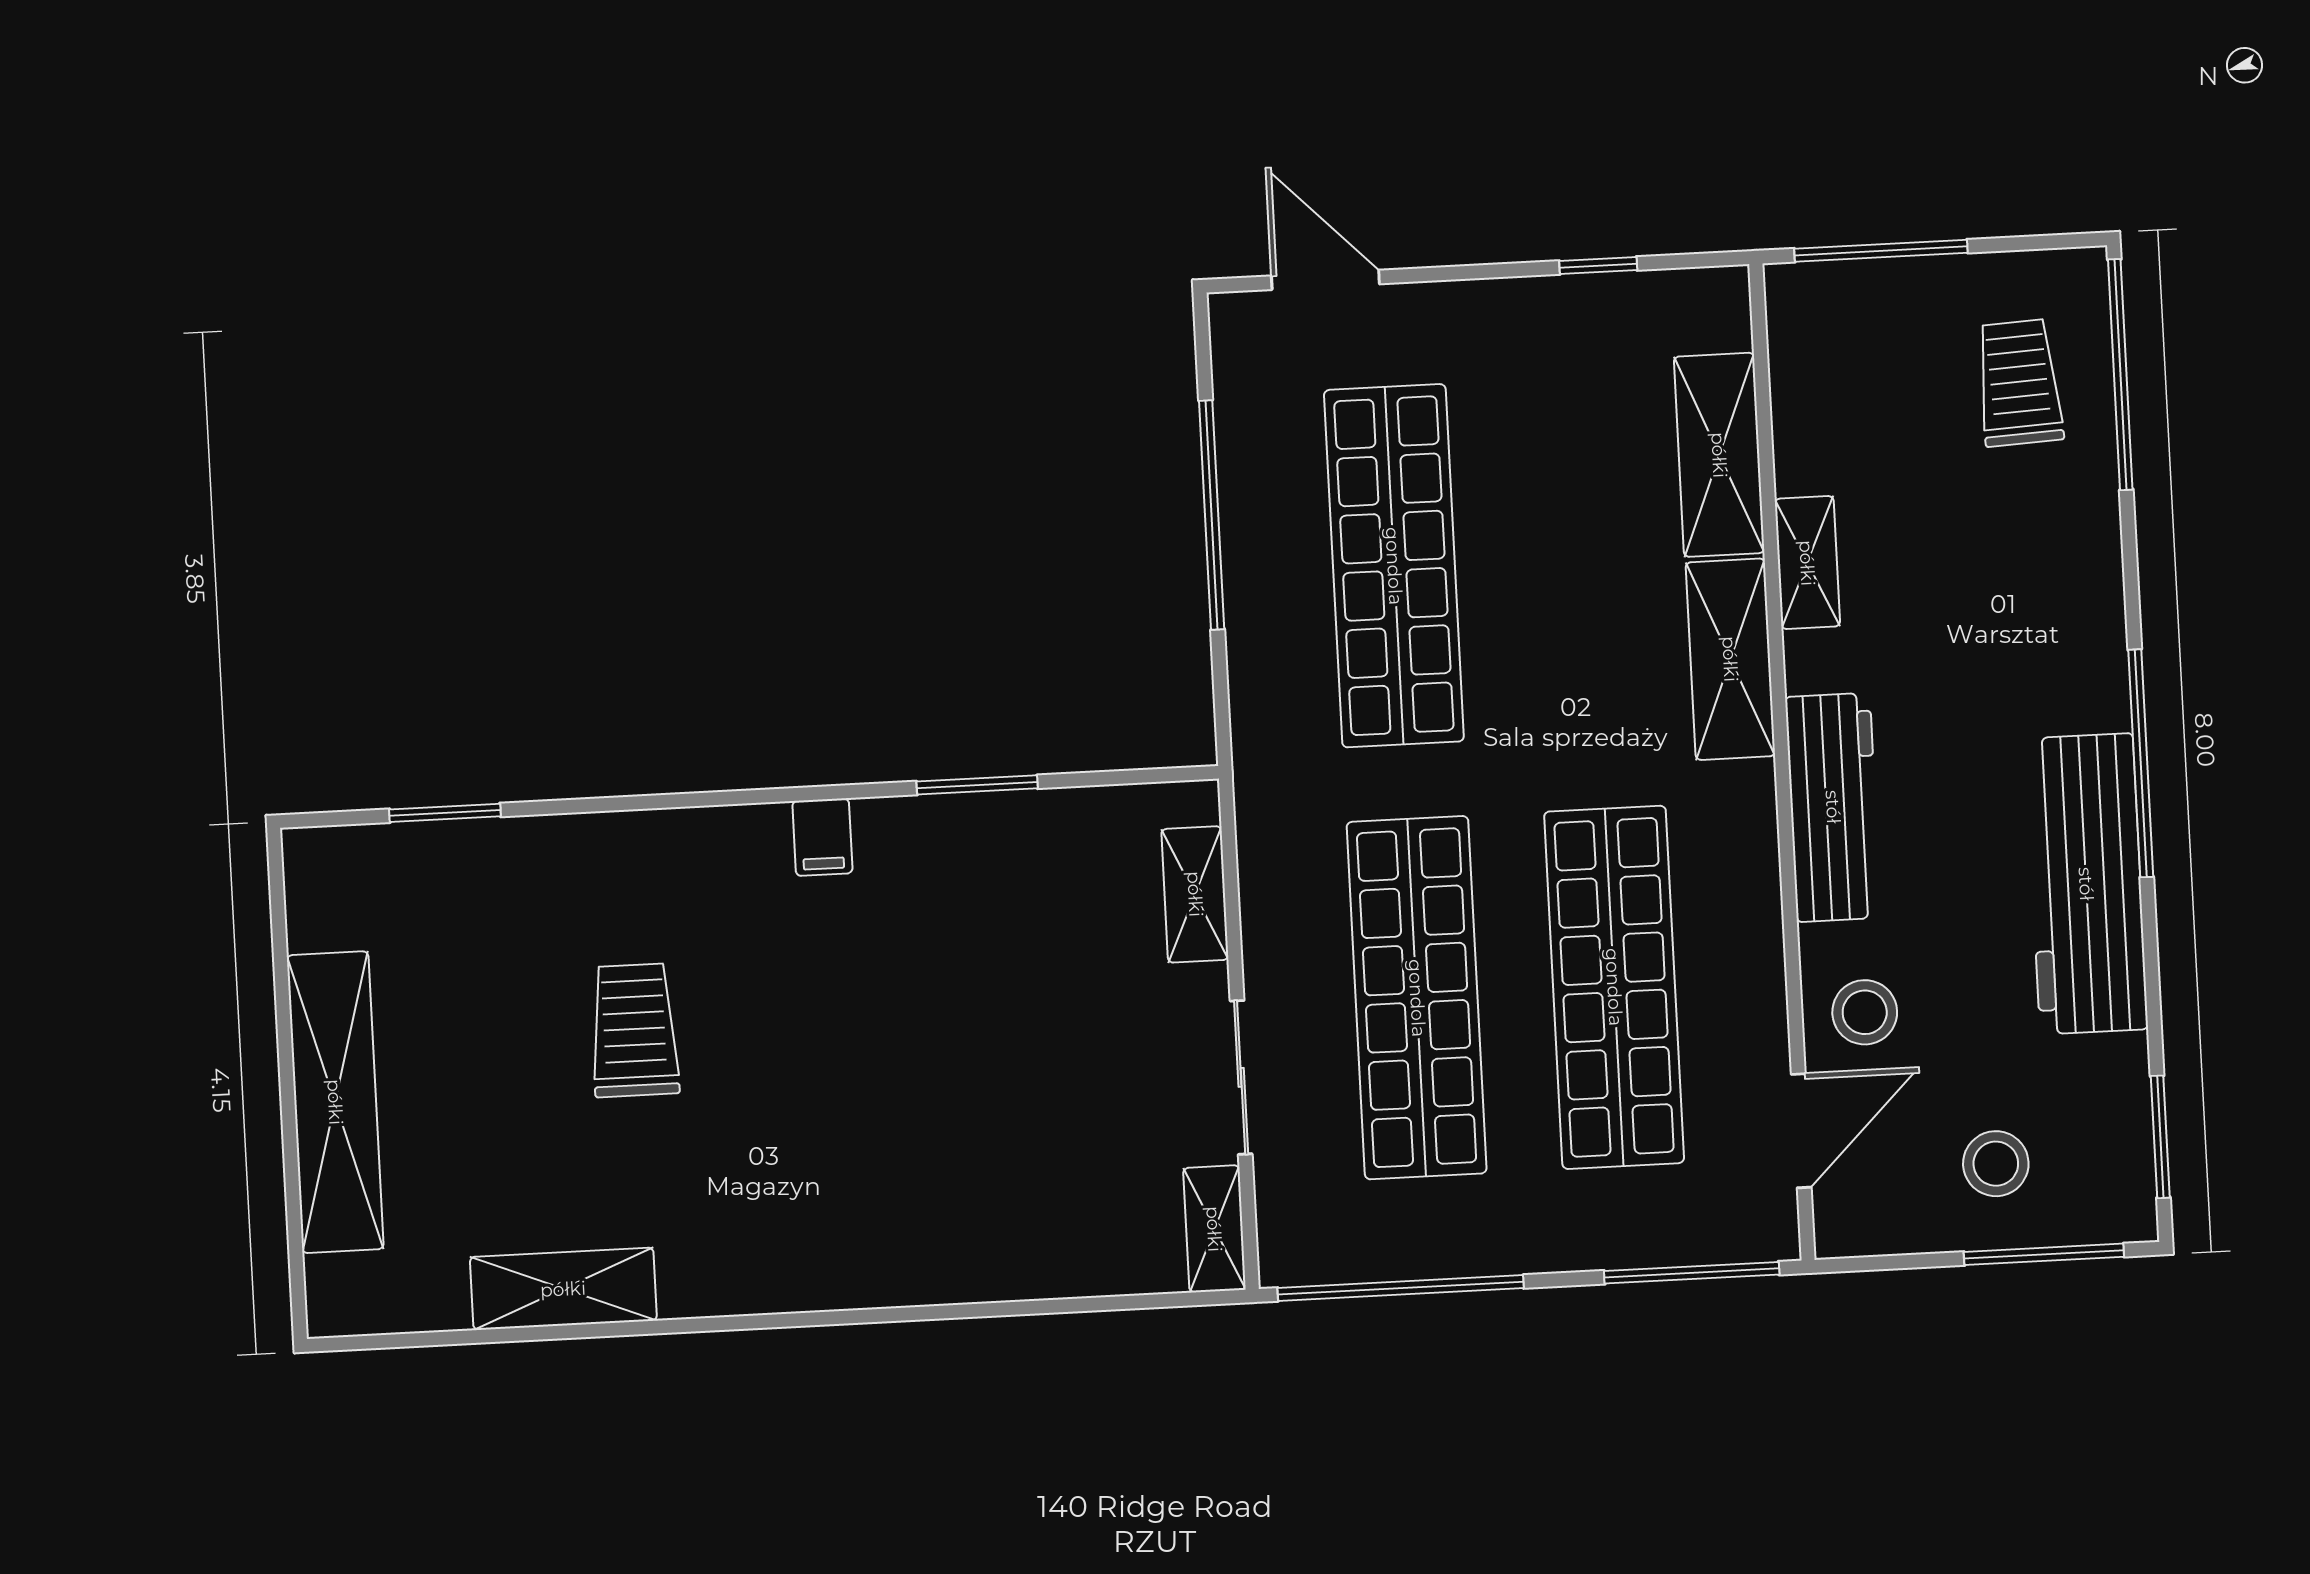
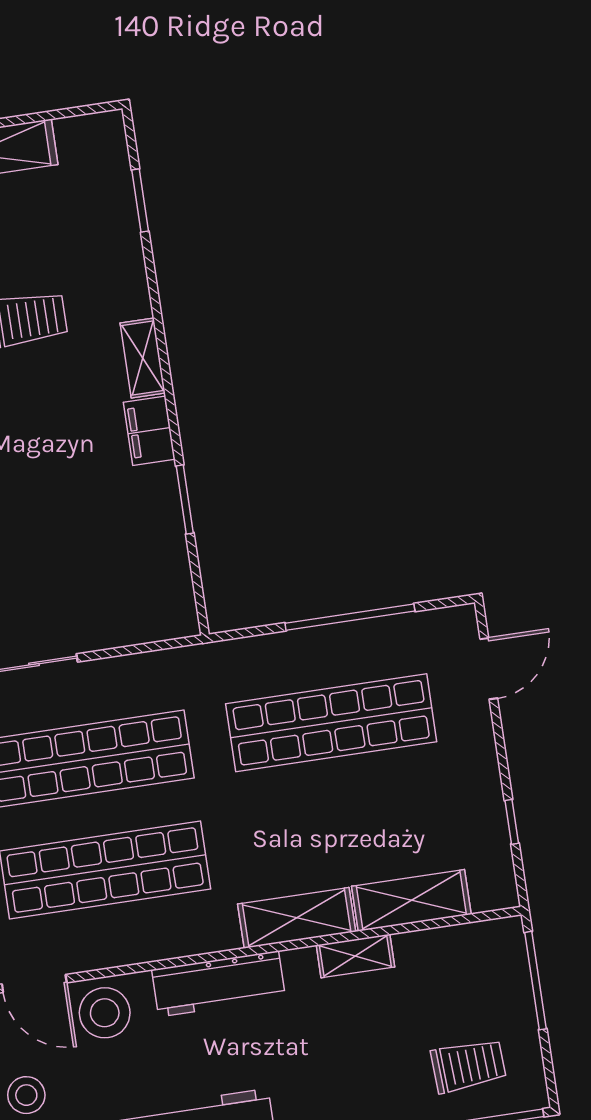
filing cabinet: (822, 837) -> (149, 431), width x2.00
shelving: (1195, 894) -> (143, 358), moved, turned 90
stool: (1865, 1012) -> (105, 1013), width x1.38, depth x1.38

